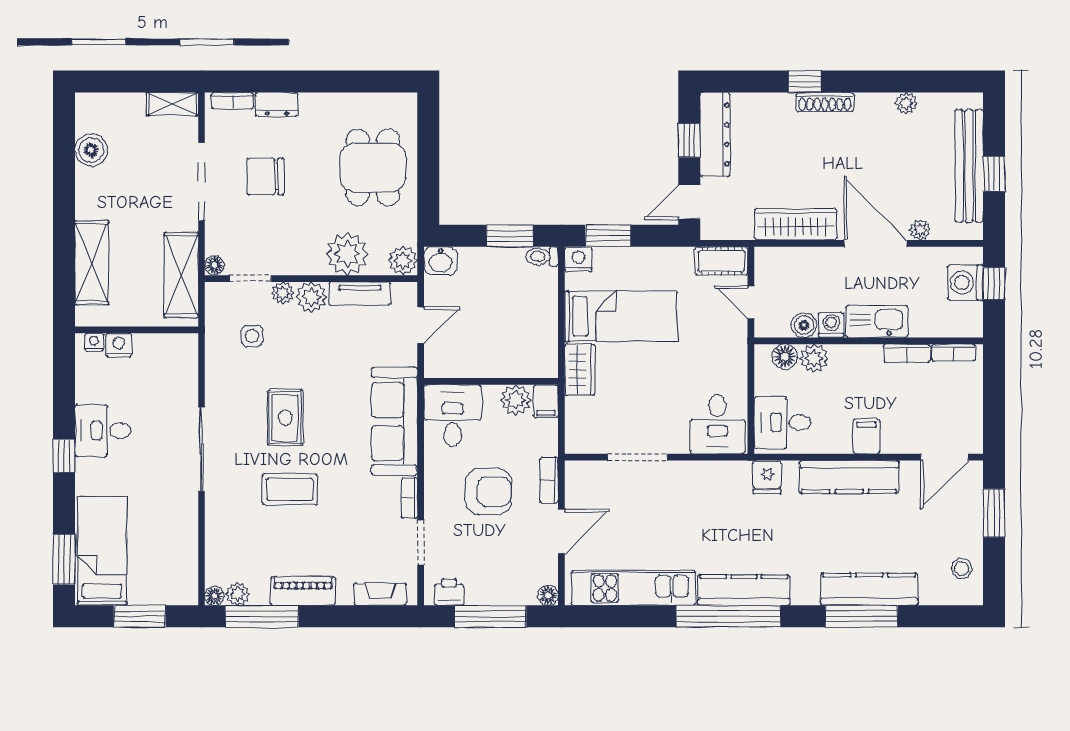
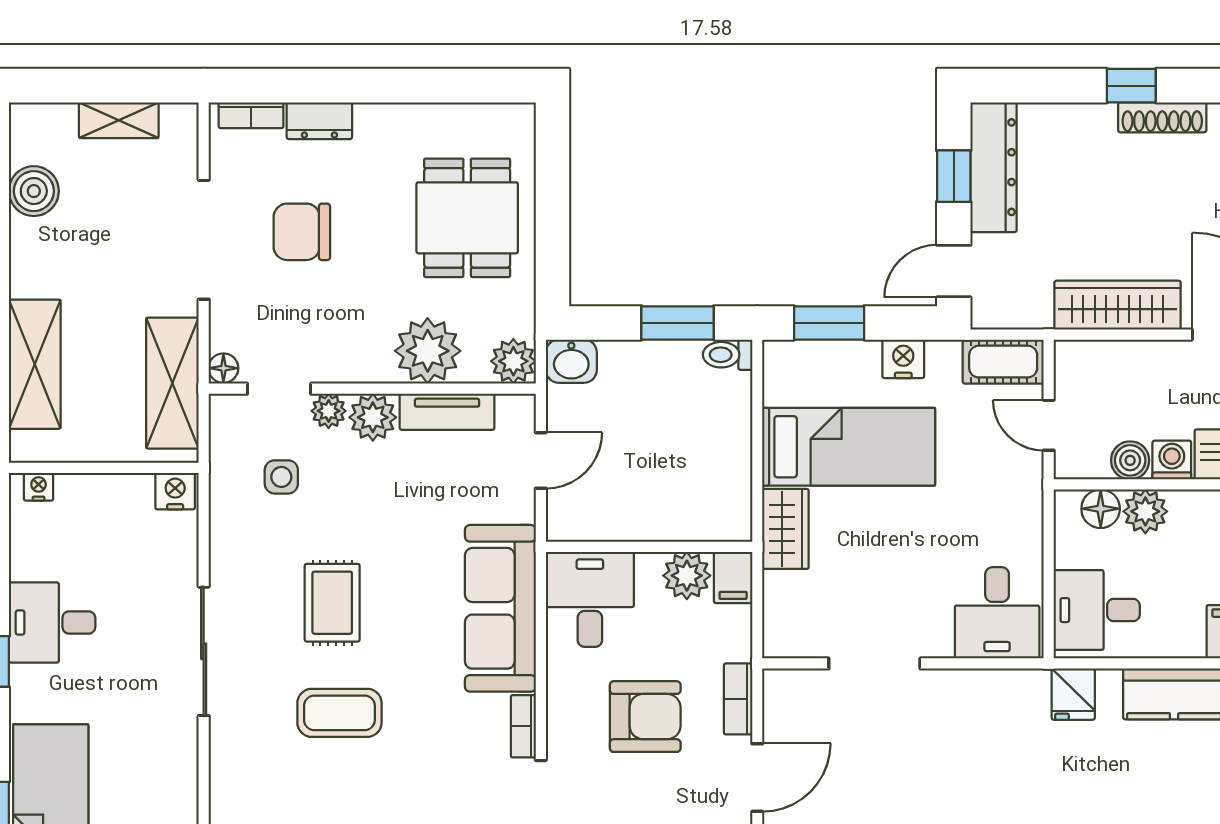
shelving: (172, 104) -> (119, 120), moved
nightstand: (578, 259) -> (903, 359), moved
nightstand: (119, 345) -> (175, 491), moved

